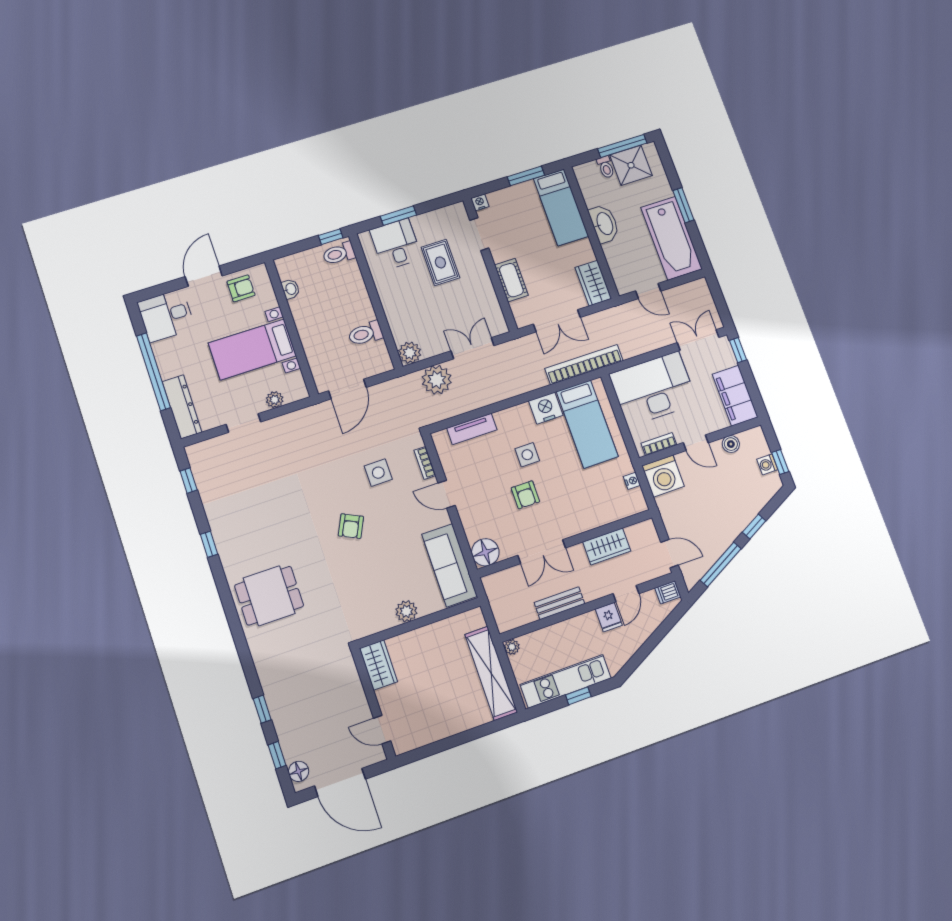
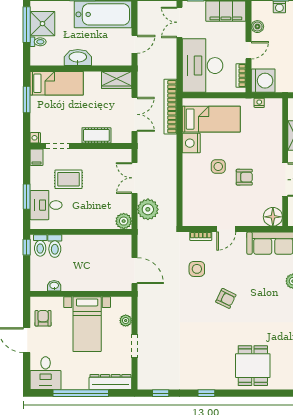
filing cabinet: (455, 212) -> (37, 157), added
toilet: (365, 334) -> (55, 246), moved
tv unit: (472, 429) -> (189, 197), removed

